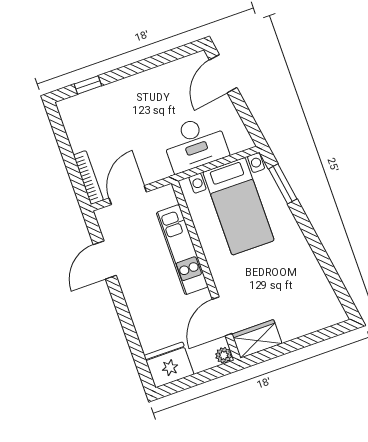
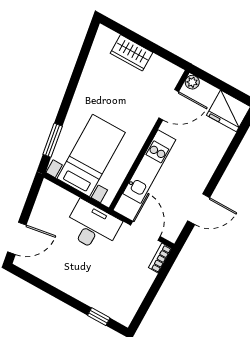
desk: (195, 144) -> (92, 226), moved
bookcase: (88, 177) -> (160, 258), width x0.64
door: (128, 195) -> (145, 231), swing flipped
wardrobe: (257, 339) -> (132, 53), moved

